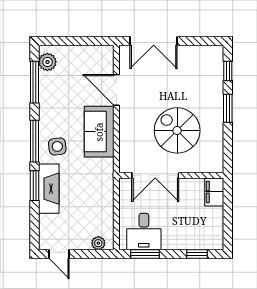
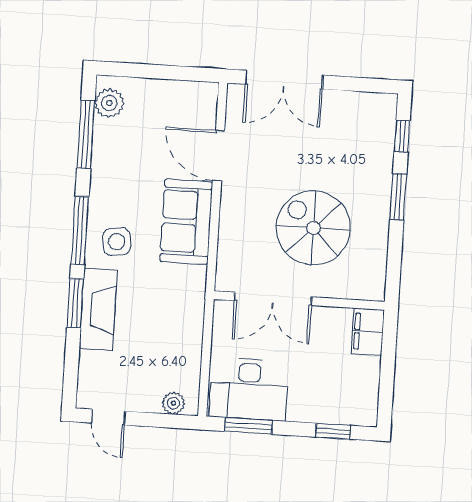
desk: (144, 232) -> (249, 389), width x1.37

